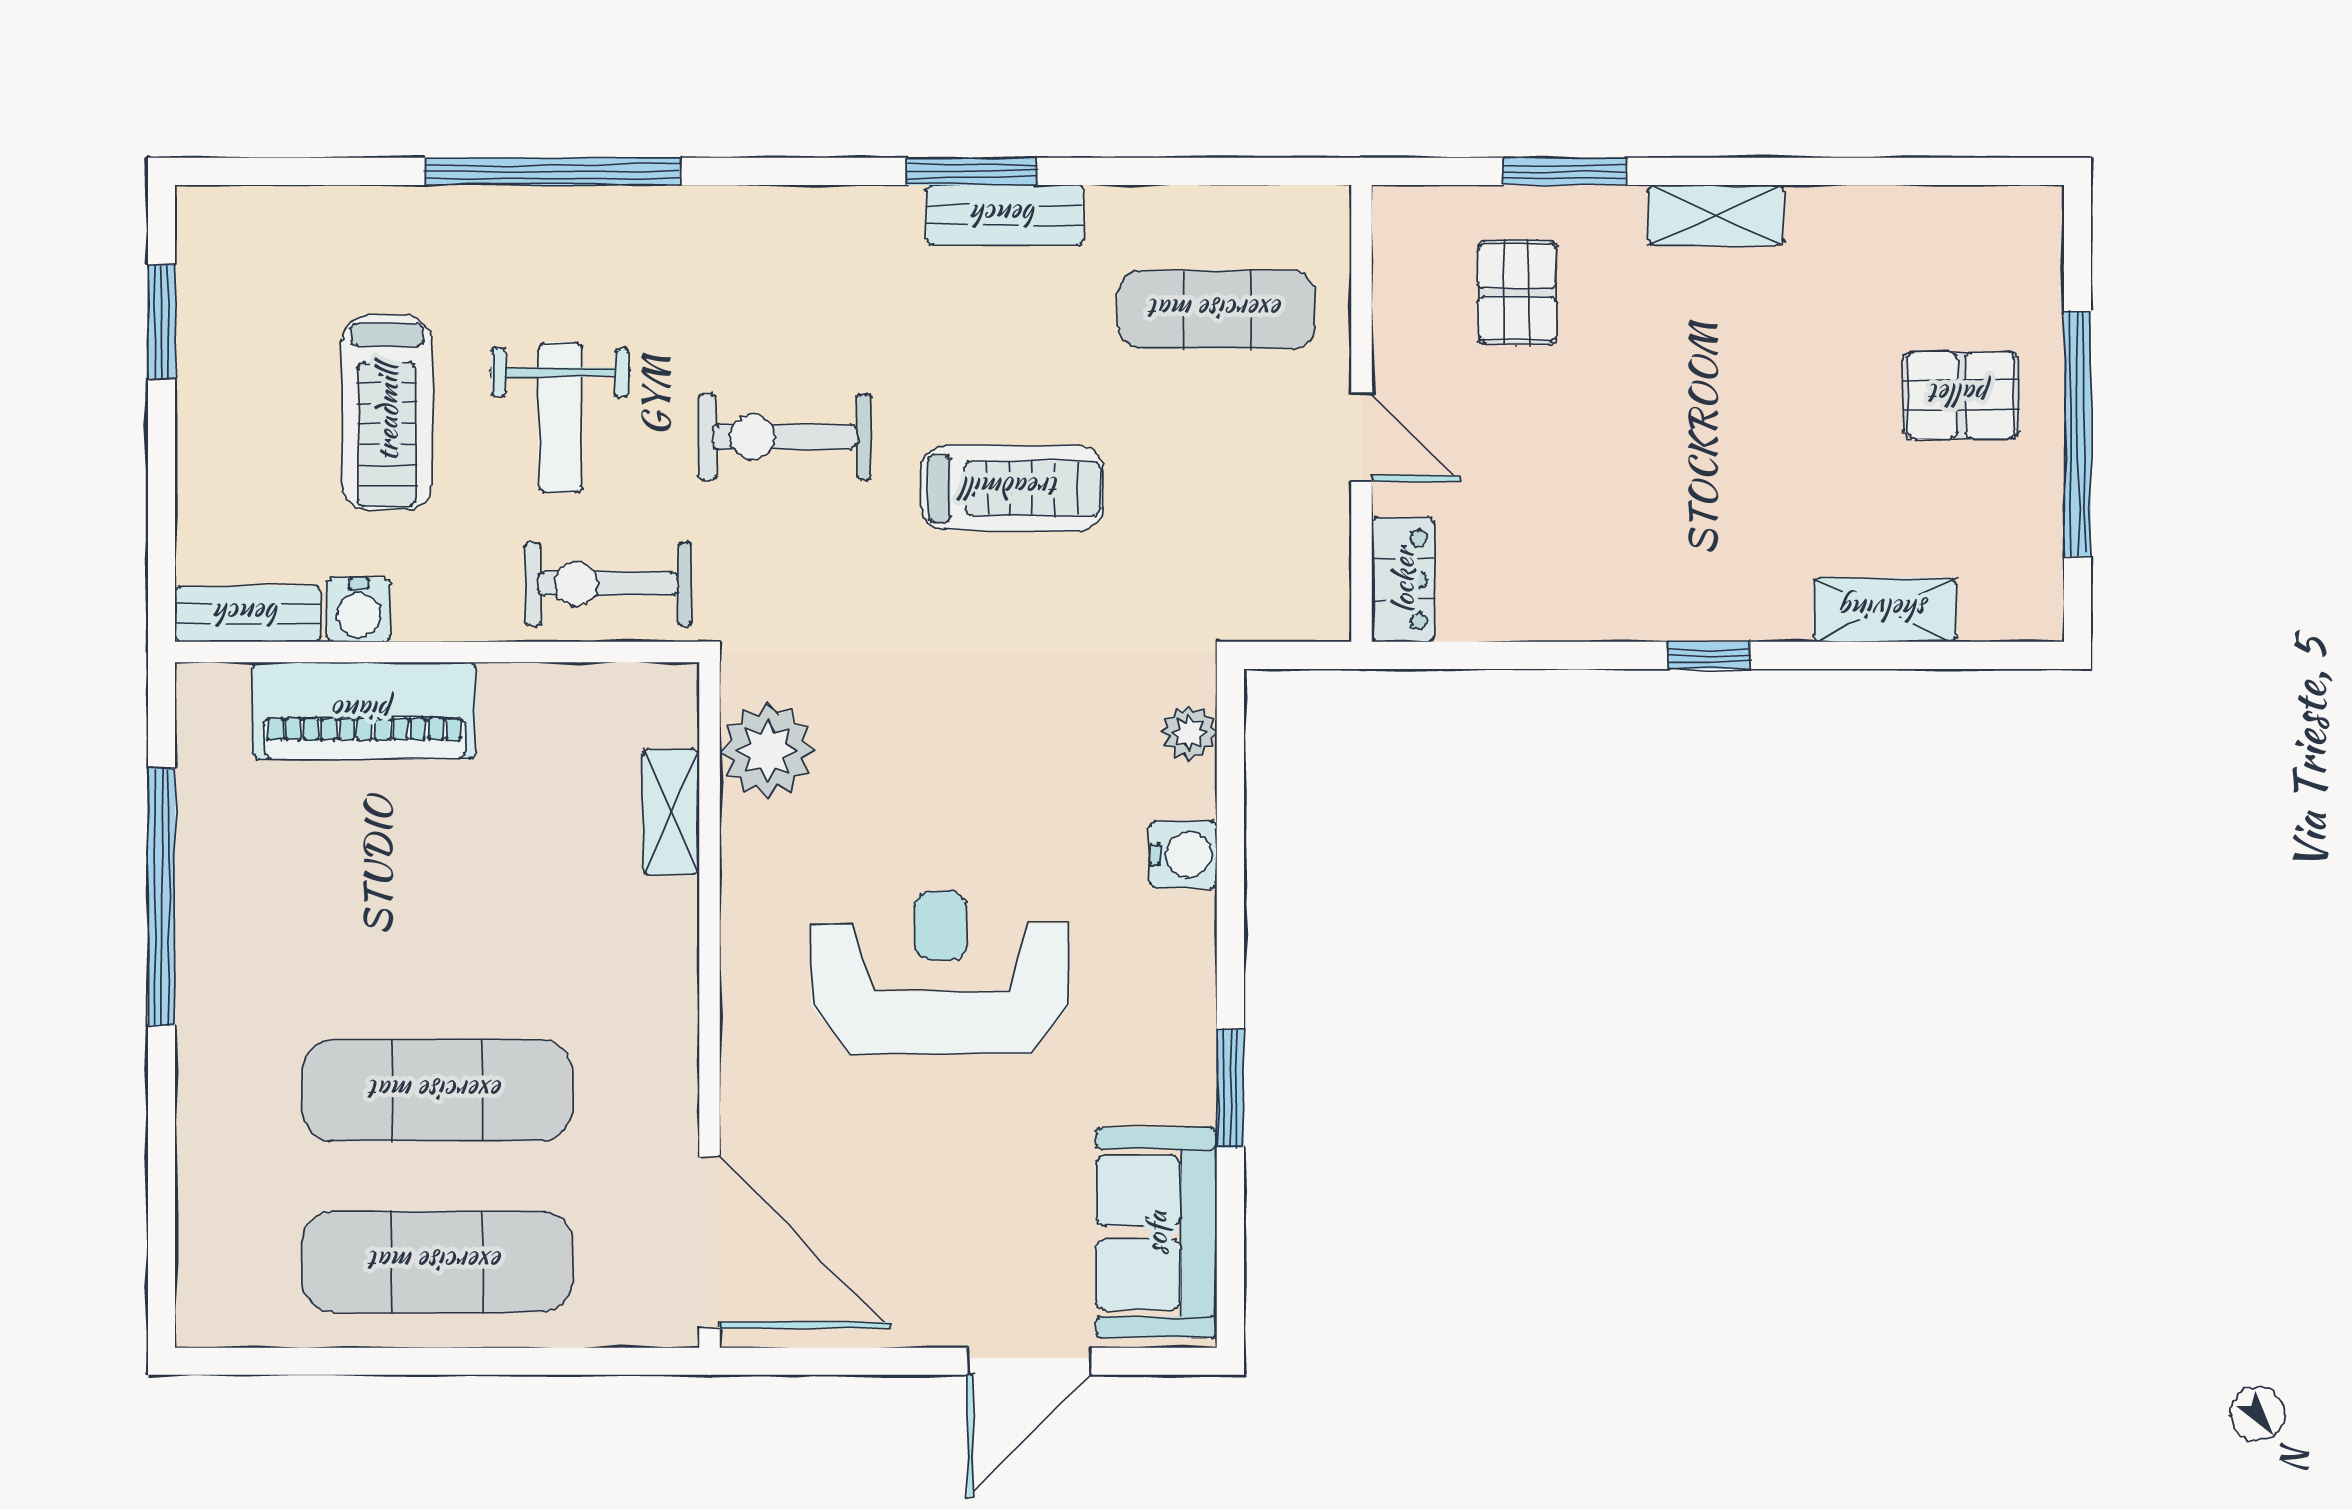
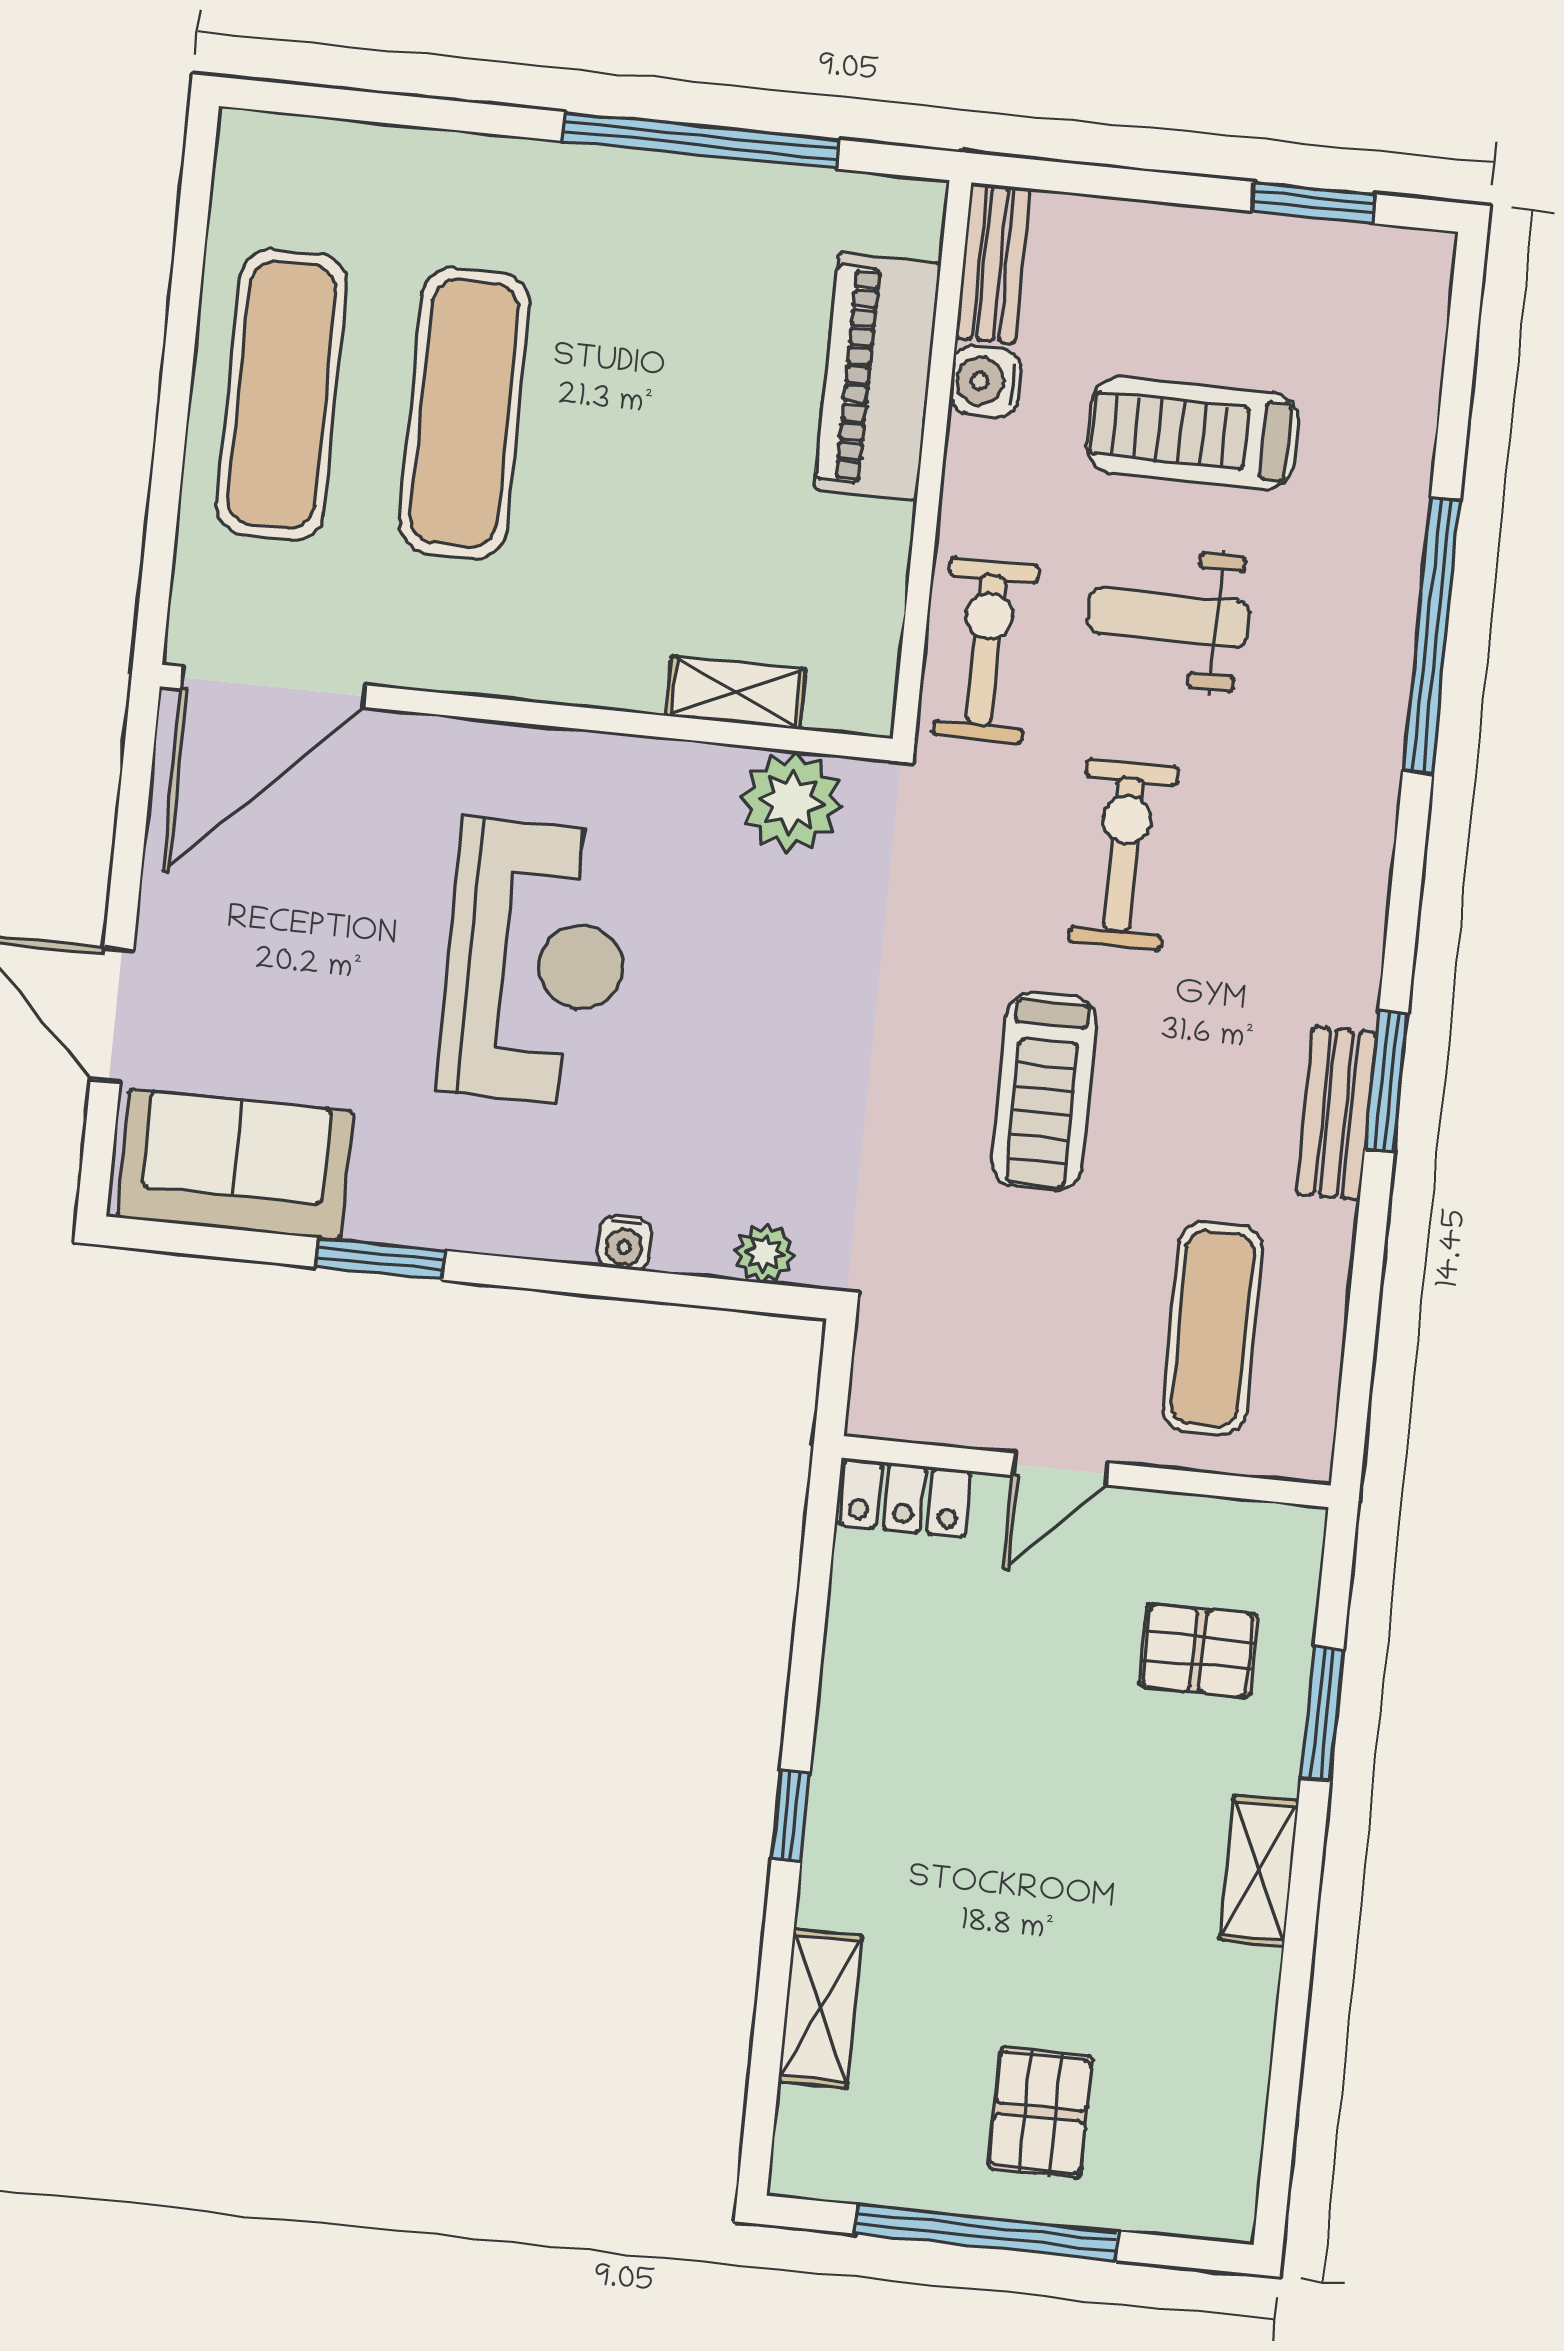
water cooler: (1183, 855) -> (624, 1243), width x0.72, depth x0.72

